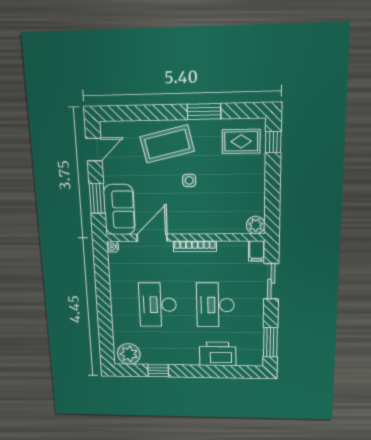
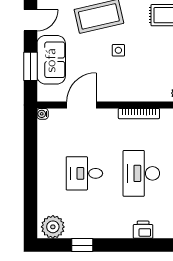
sofa: (119, 210) -> (51, 60), moved
bookcase: (195, 246) -> (139, 114), moved
desk: (158, 305) -> (84, 173), width x0.73
printer: (218, 354) -> (143, 230), width x0.53, depth x0.68

